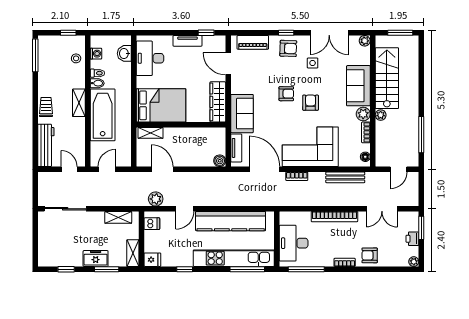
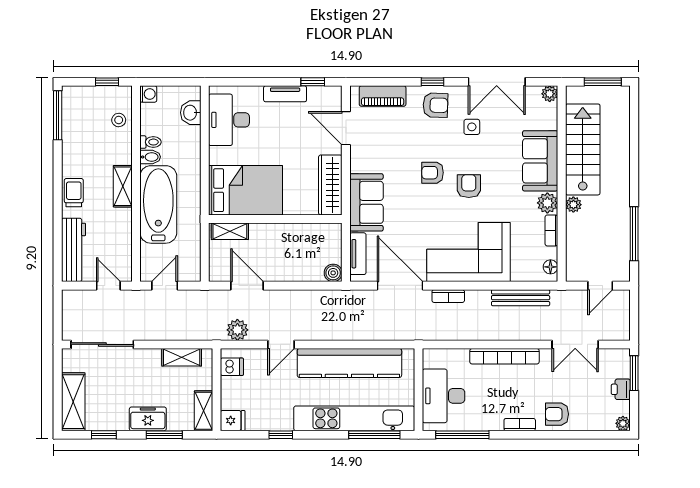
washing machine: (96, 54) -> (148, 94), moved
armchair: (286, 94) -> (433, 173), turned 180
shelving: (46, 247) -> (73, 402), added

